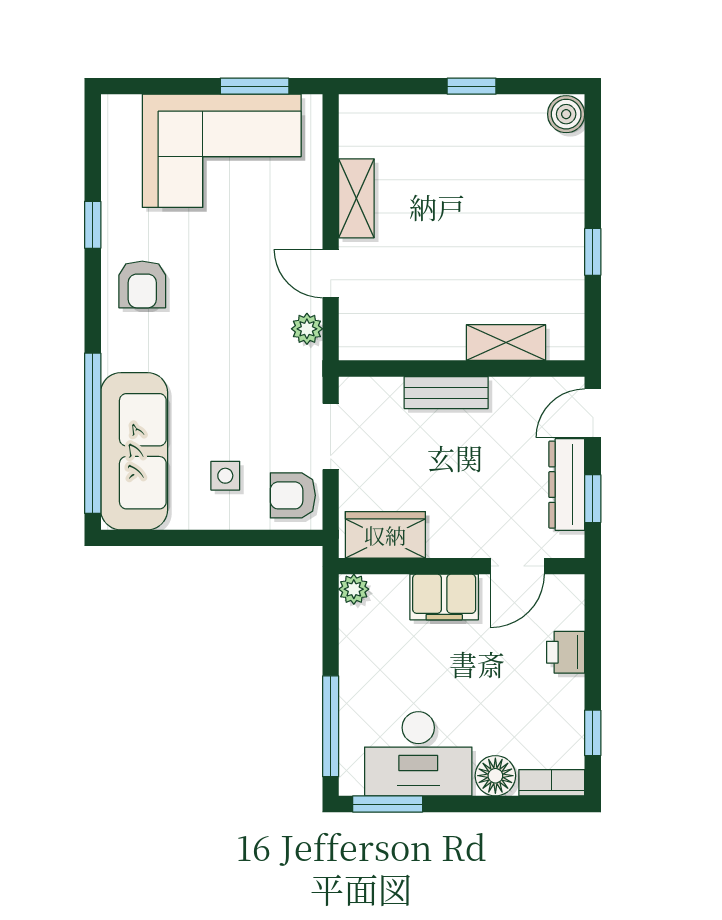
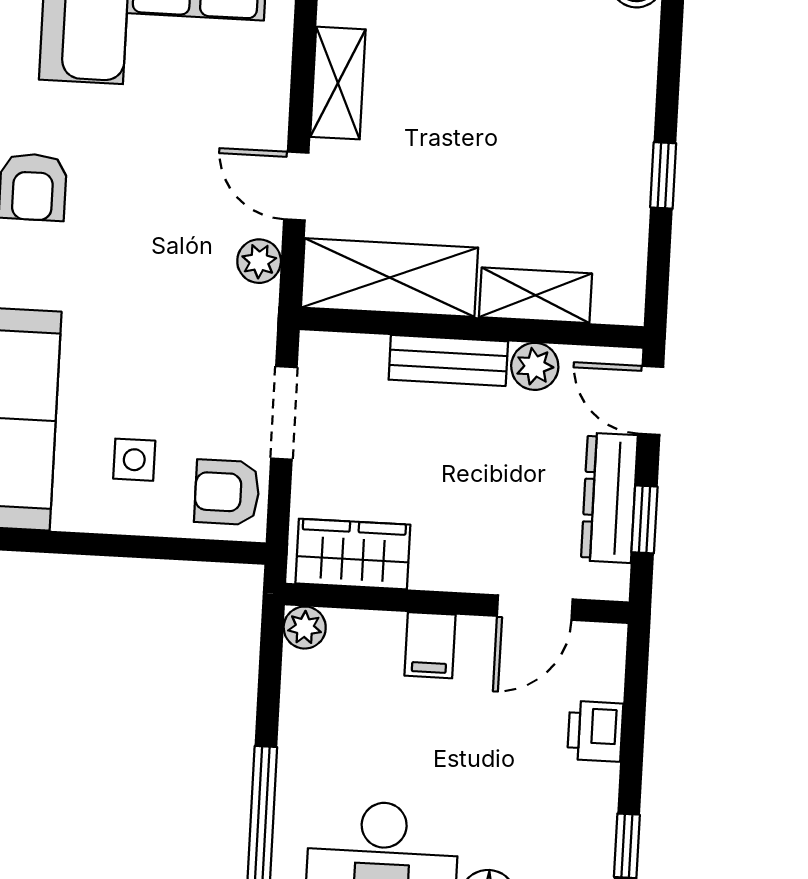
shelving: (401, 336) -> (390, 278), added
plant: (508, 393) -> (535, 366), added
door: (593, 413) -> (651, 400), hinge flipped
filing cabinet: (444, 597) -> (430, 645), width x0.50

